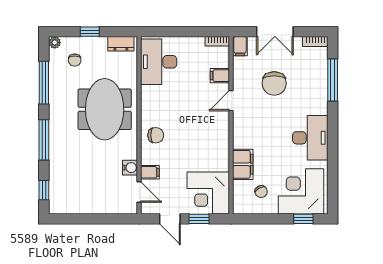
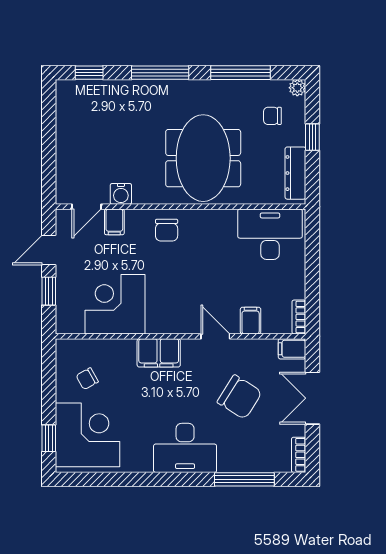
dresser: (121, 44) -> (295, 173), width x1.44
chair: (274, 83) -> (240, 397), turned -148
meeting table: (105, 109) -> (203, 158), turned 90
desk: (310, 138) -> (185, 448), moved
filing cabinet: (243, 164) -> (159, 353), moved
corner desk: (208, 193) -> (115, 304), moved

